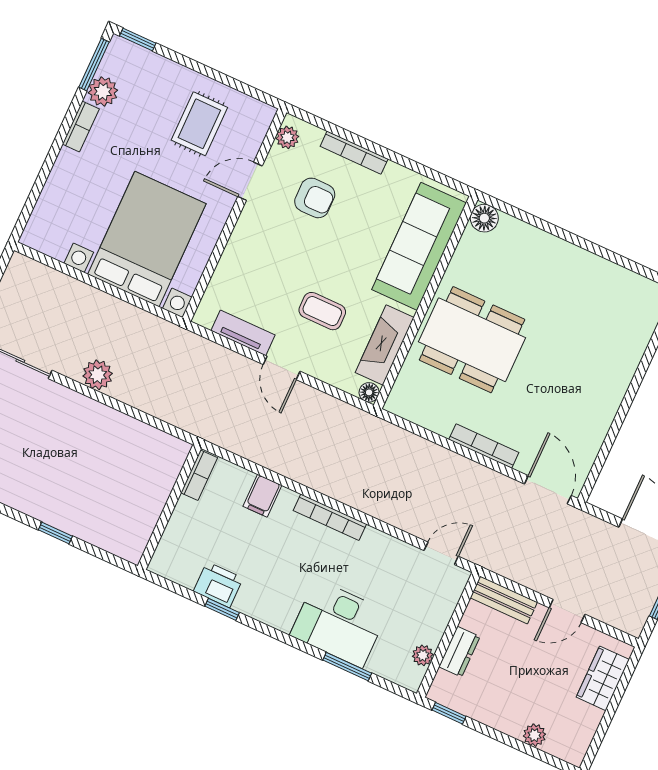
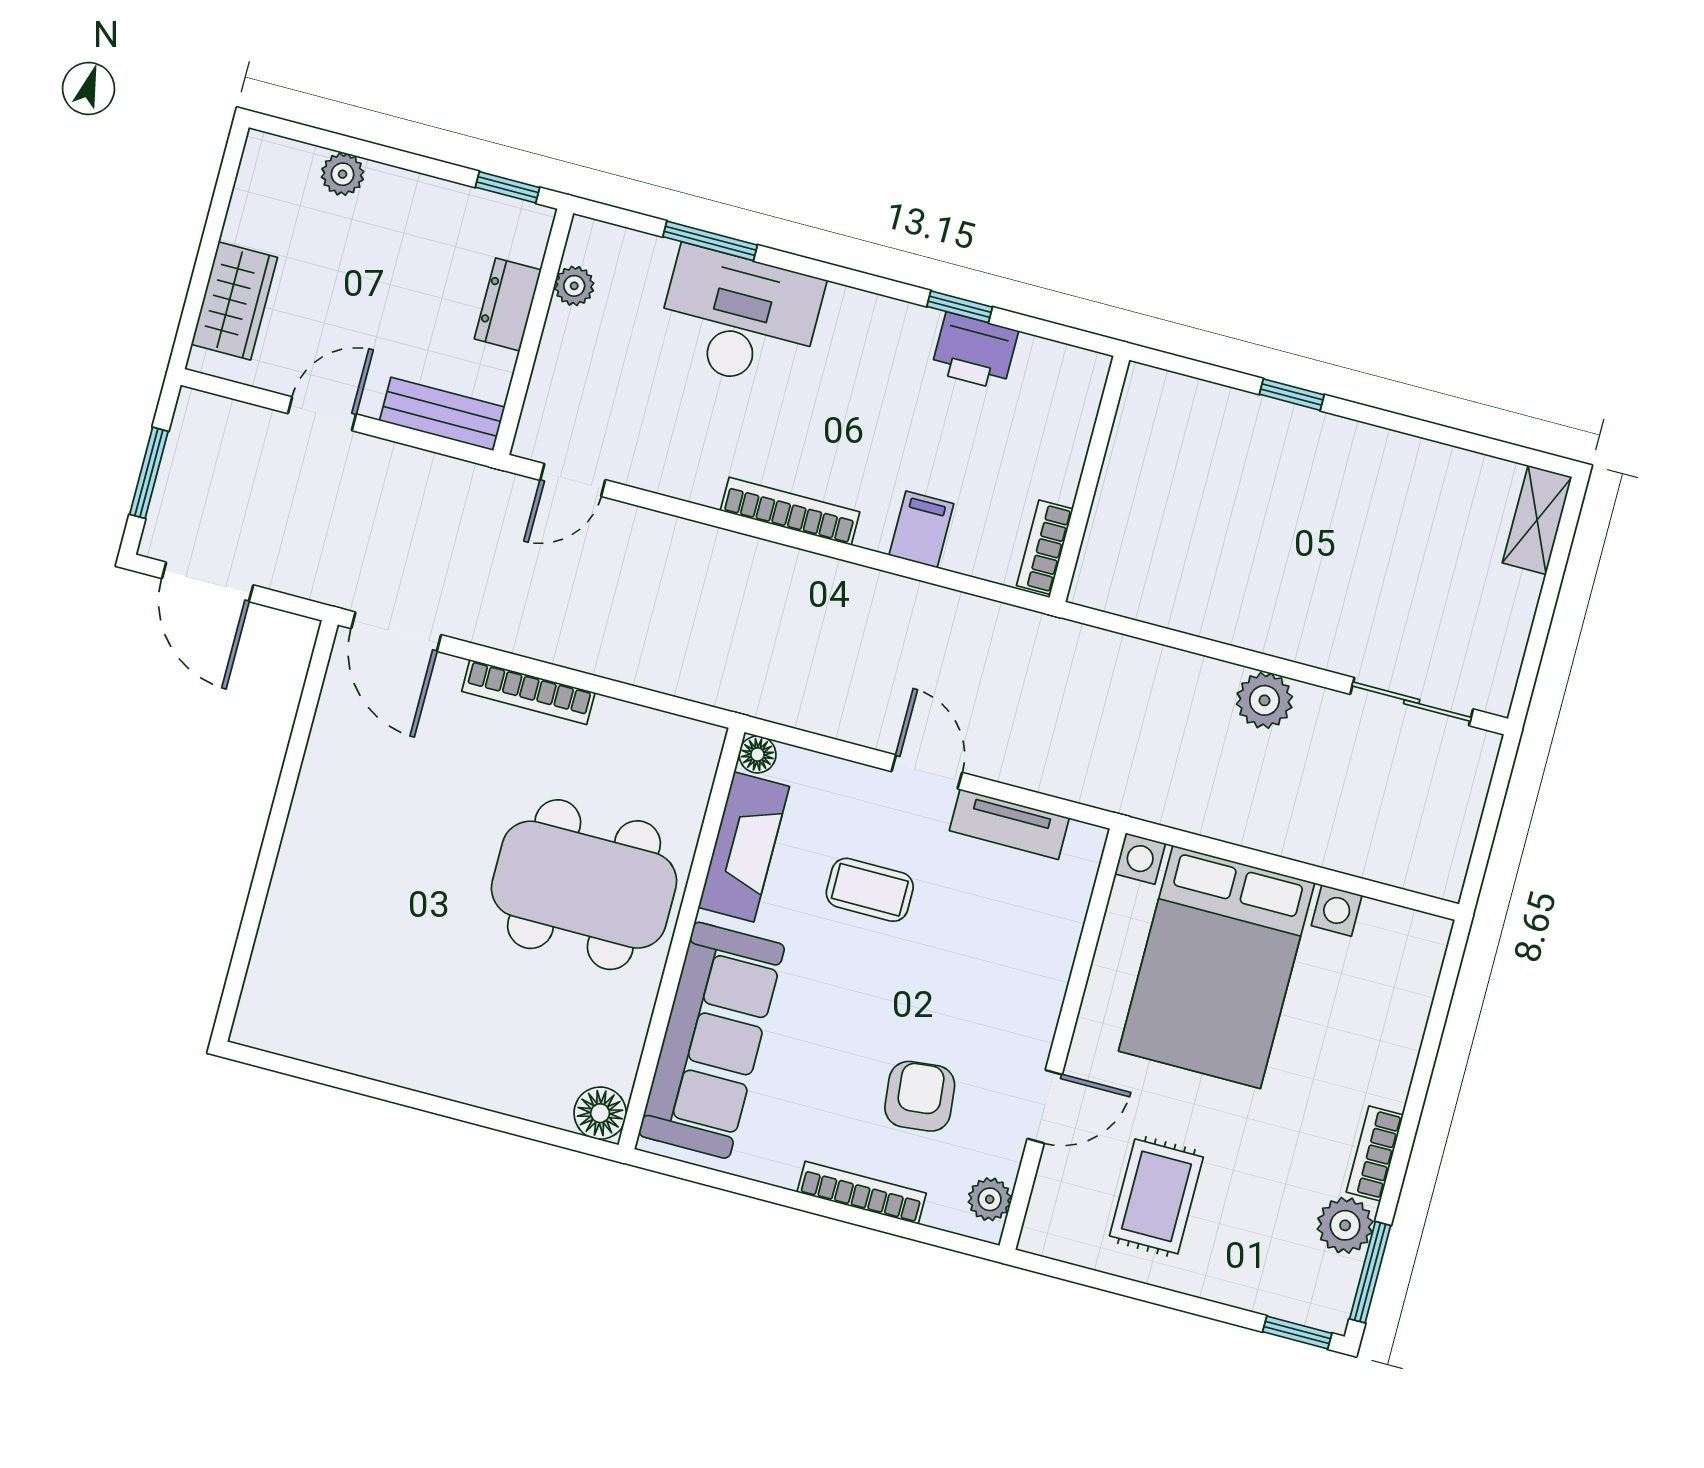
armchair: (315, 198) -> (920, 1096), turned 84

